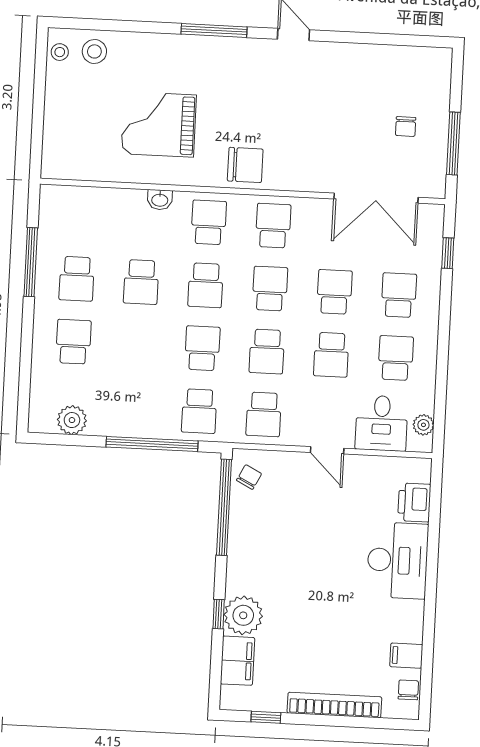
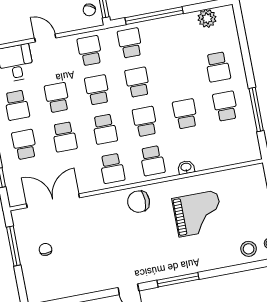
school desk: (399, 295) -> (24, 144), turned 180
school desk: (202, 348) -> (137, 82), turned 180

